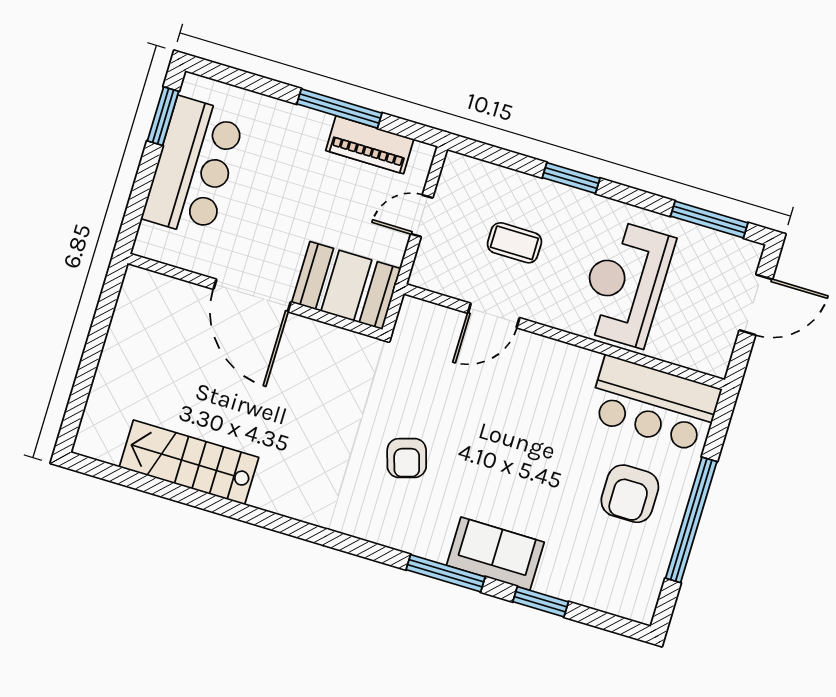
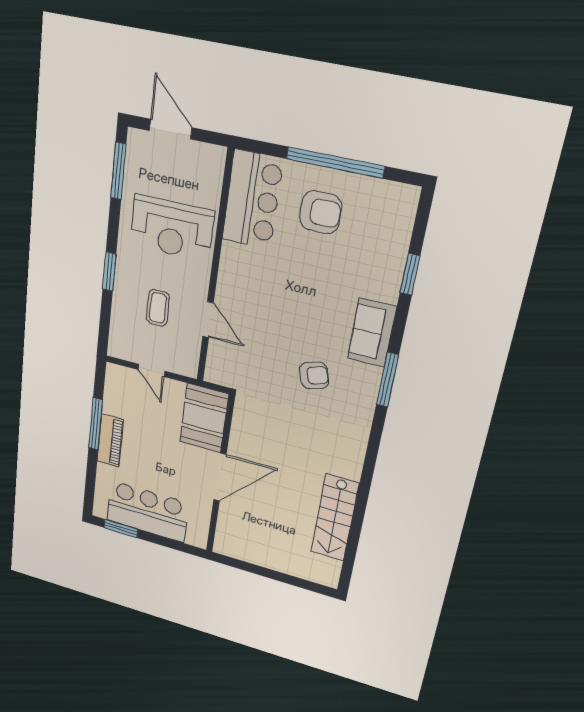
piano: (370, 145) -> (110, 441), moved
sofa: (495, 554) -> (372, 333), moved
window: (446, 573) -> (387, 380), moved

